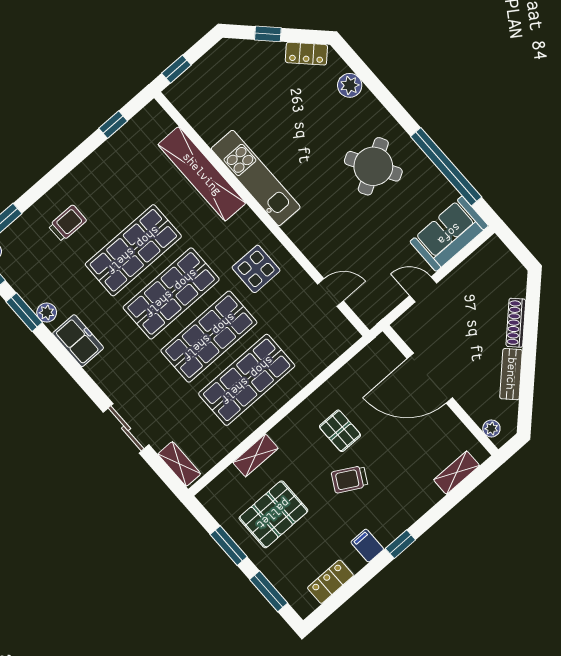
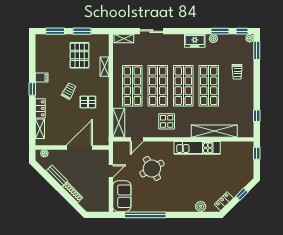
round table: (373, 166) -> (152, 169), moved
shelving: (329, 348) -> (119, 123), added
locker: (330, 582) -> (40, 108), moved

